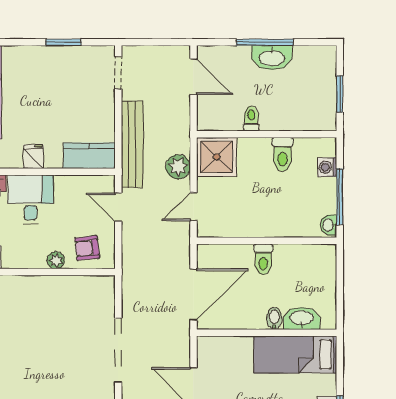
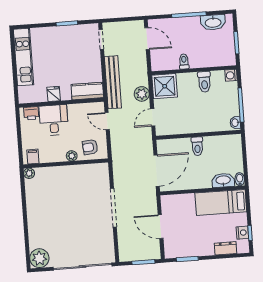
washbasin: (272, 58) -> (213, 22), moved
washing machine: (327, 167) -> (231, 75), moved
bidet: (274, 318) -> (240, 179), moved

